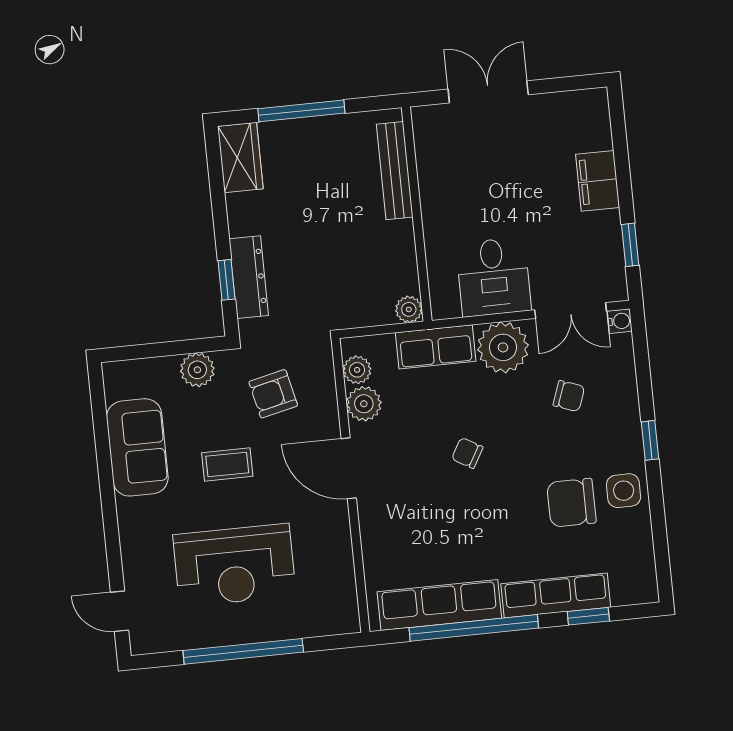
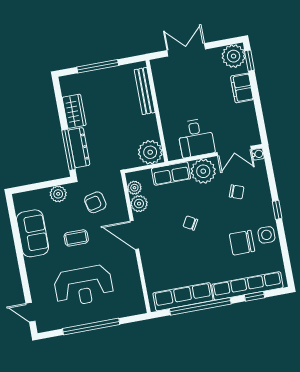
plant: (586, 113) -> (234, 56), added
wardrobe: (240, 158) -> (74, 111), moved
window: (630, 245) -> (249, 61), moved
window: (226, 280) -> (69, 150), width x2.17
plant: (409, 309) -> (150, 152), width x1.88, depth x1.88
row of seats: (556, 595) -> (247, 286), width x1.36

